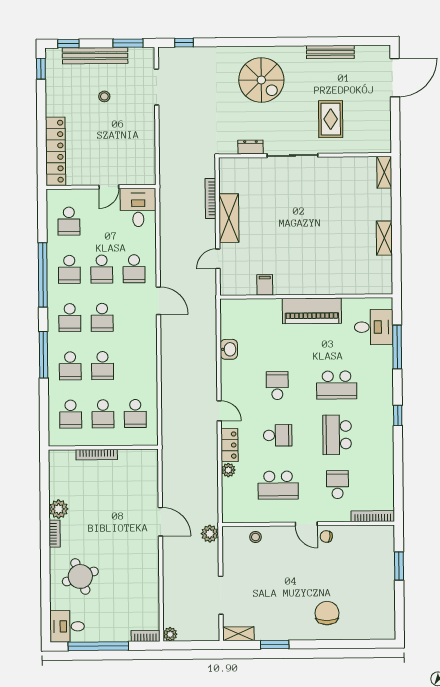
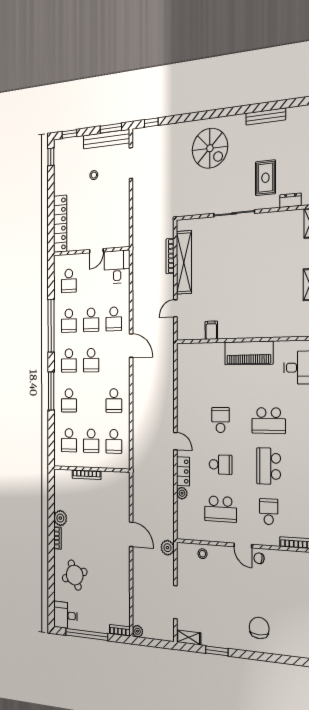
bench: (95, 56) -> (106, 139), moved
dresser: (251, 147) -> (291, 200), moved
shelving: (229, 218) -> (184, 262), width x1.47
washbasin: (229, 349) -> (183, 387), removed
school desk: (103, 366) -> (114, 401), moved

